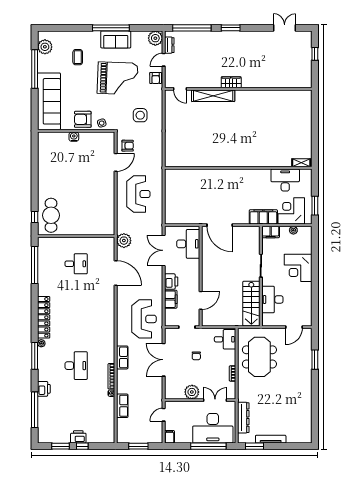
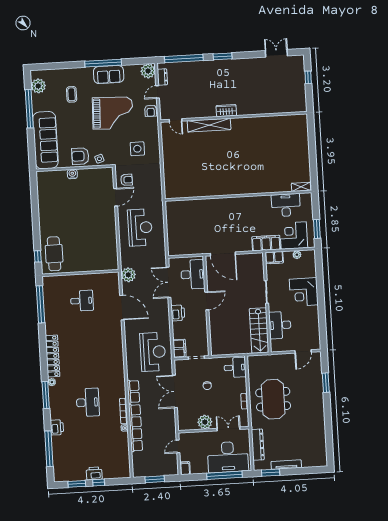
filing cabinet: (171, 299) -> (179, 348), moved
door: (201, 300) -> (207, 301), moved
meeting table: (259, 357) -> (273, 399), moved
row of seats: (122, 406) -> (136, 428), width x2.02

